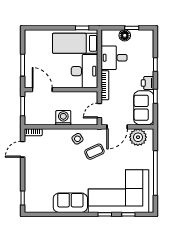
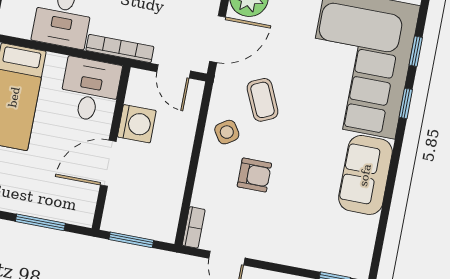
desk: (85, 71) -> (90, 90), width x0.73
door: (42, 90) -> (108, 163), moved
washing machine: (63, 118) -> (137, 124), moved, turned 180
door: (117, 127) -> (217, 39), hinge flipped
armchair: (61, 154) -> (254, 175), added

